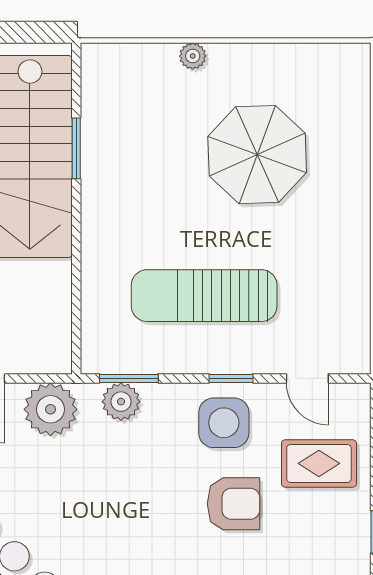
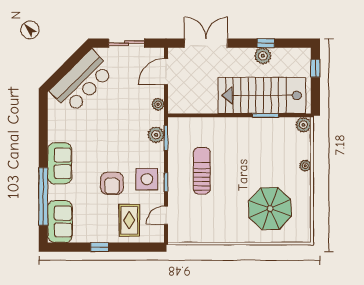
plant: (98, 60) -> (303, 125), added
parasol: (257, 155) -> (270, 208), moved
sun lounger: (204, 296) -> (202, 171), width x0.73, depth x0.75
plant: (50, 409) -> (158, 104), width x0.53, depth x0.53

